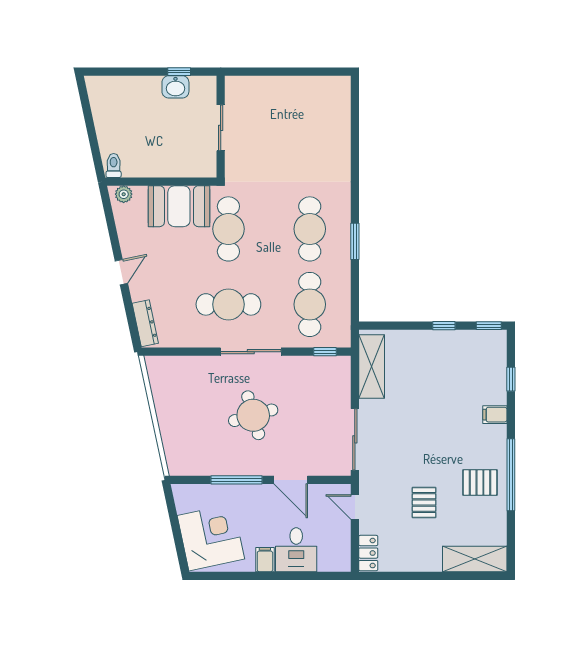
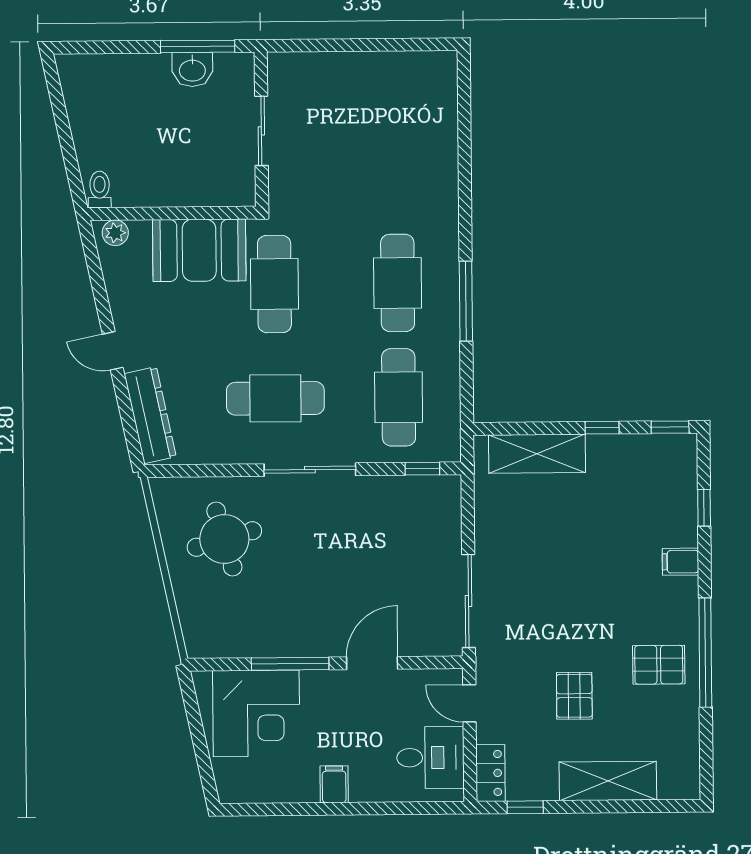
window: (179, 72) -> (198, 46), width x2.17
window: (355, 241) -> (466, 301), width x1.44
door: (121, 272) -> (113, 351), swing flipped
dresser: (145, 323) -> (150, 415), width x1.37, depth x1.24
shelving: (372, 366) -> (537, 454), moved, turned 90
round table: (253, 415) -> (224, 539), moved
door: (291, 480) -> (372, 663), swing flipped
corner desk: (211, 537) -> (256, 713), moved, turned 102
desk: (296, 550) -> (430, 758), moved, turned -90
shelving: (475, 559) -> (608, 781), moved
window: (391, 576) -> (525, 807), added

